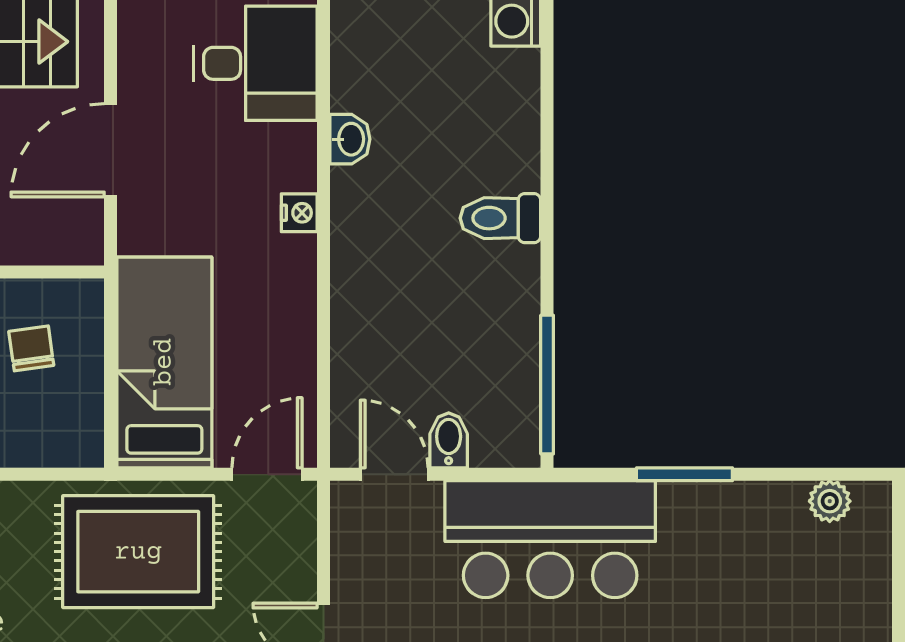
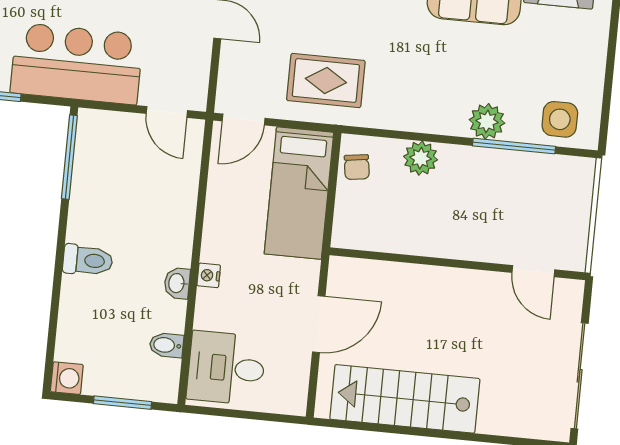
washbasin: (350, 139) -> (177, 283), moved
chair: (31, 348) -> (357, 167), moved
bidet: (449, 440) -> (166, 345), moved, turned 90
rug: (138, 552) -> (326, 81), width x0.73, depth x0.70

